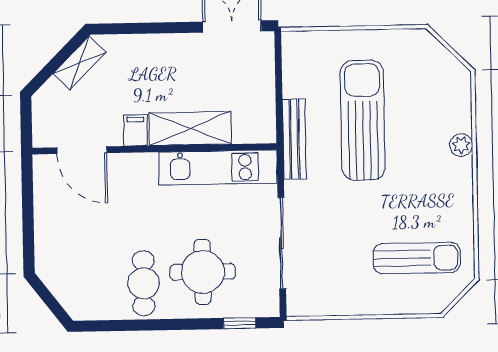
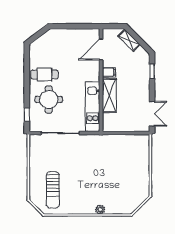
window: (131, 28) -> (152, 71), added
shelving: (80, 63) -> (129, 40), moved
sun lounger: (363, 120) -> (111, 168), removed
bench: (294, 139) -> (104, 139), removed

